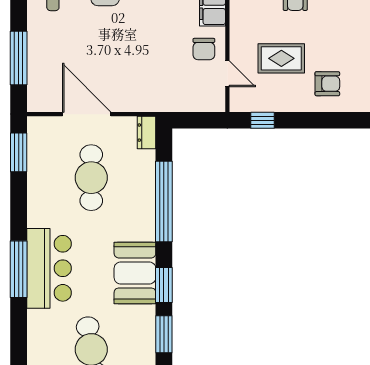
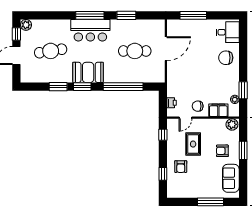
printer: (197, 102) -> (172, 103), added
window: (342, 120) -> (163, 174), added
dresser: (147, 133) -> (157, 78), removed
window: (19, 152) -> (126, 15), moved

